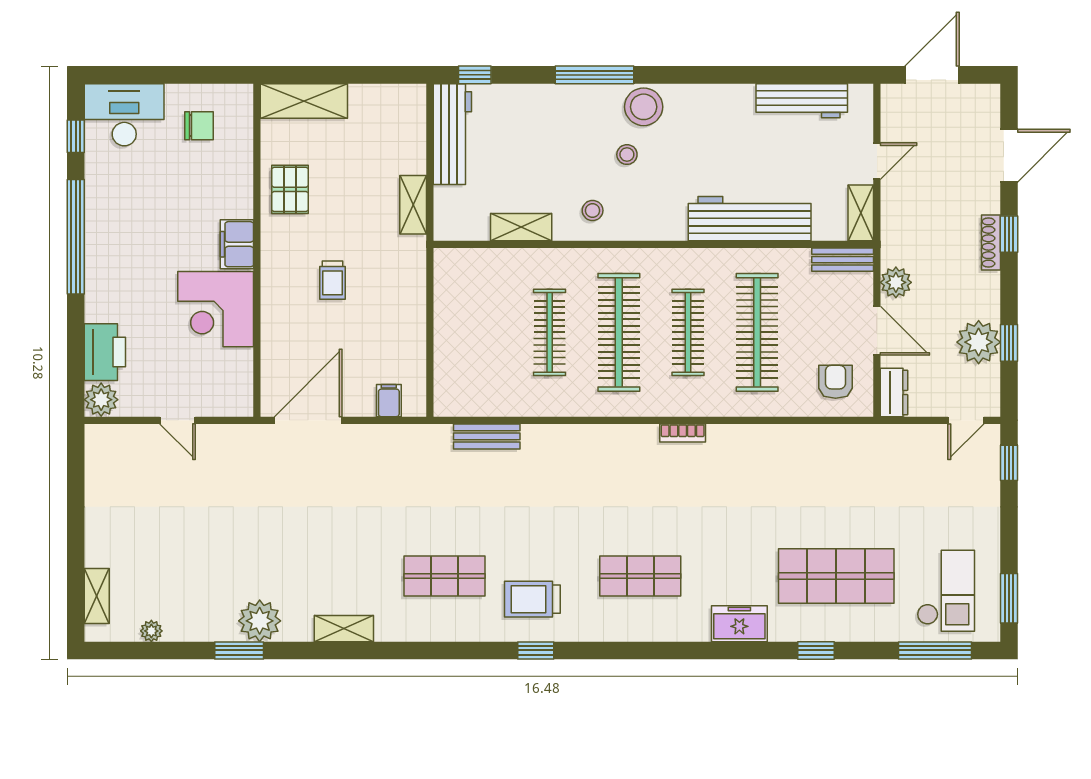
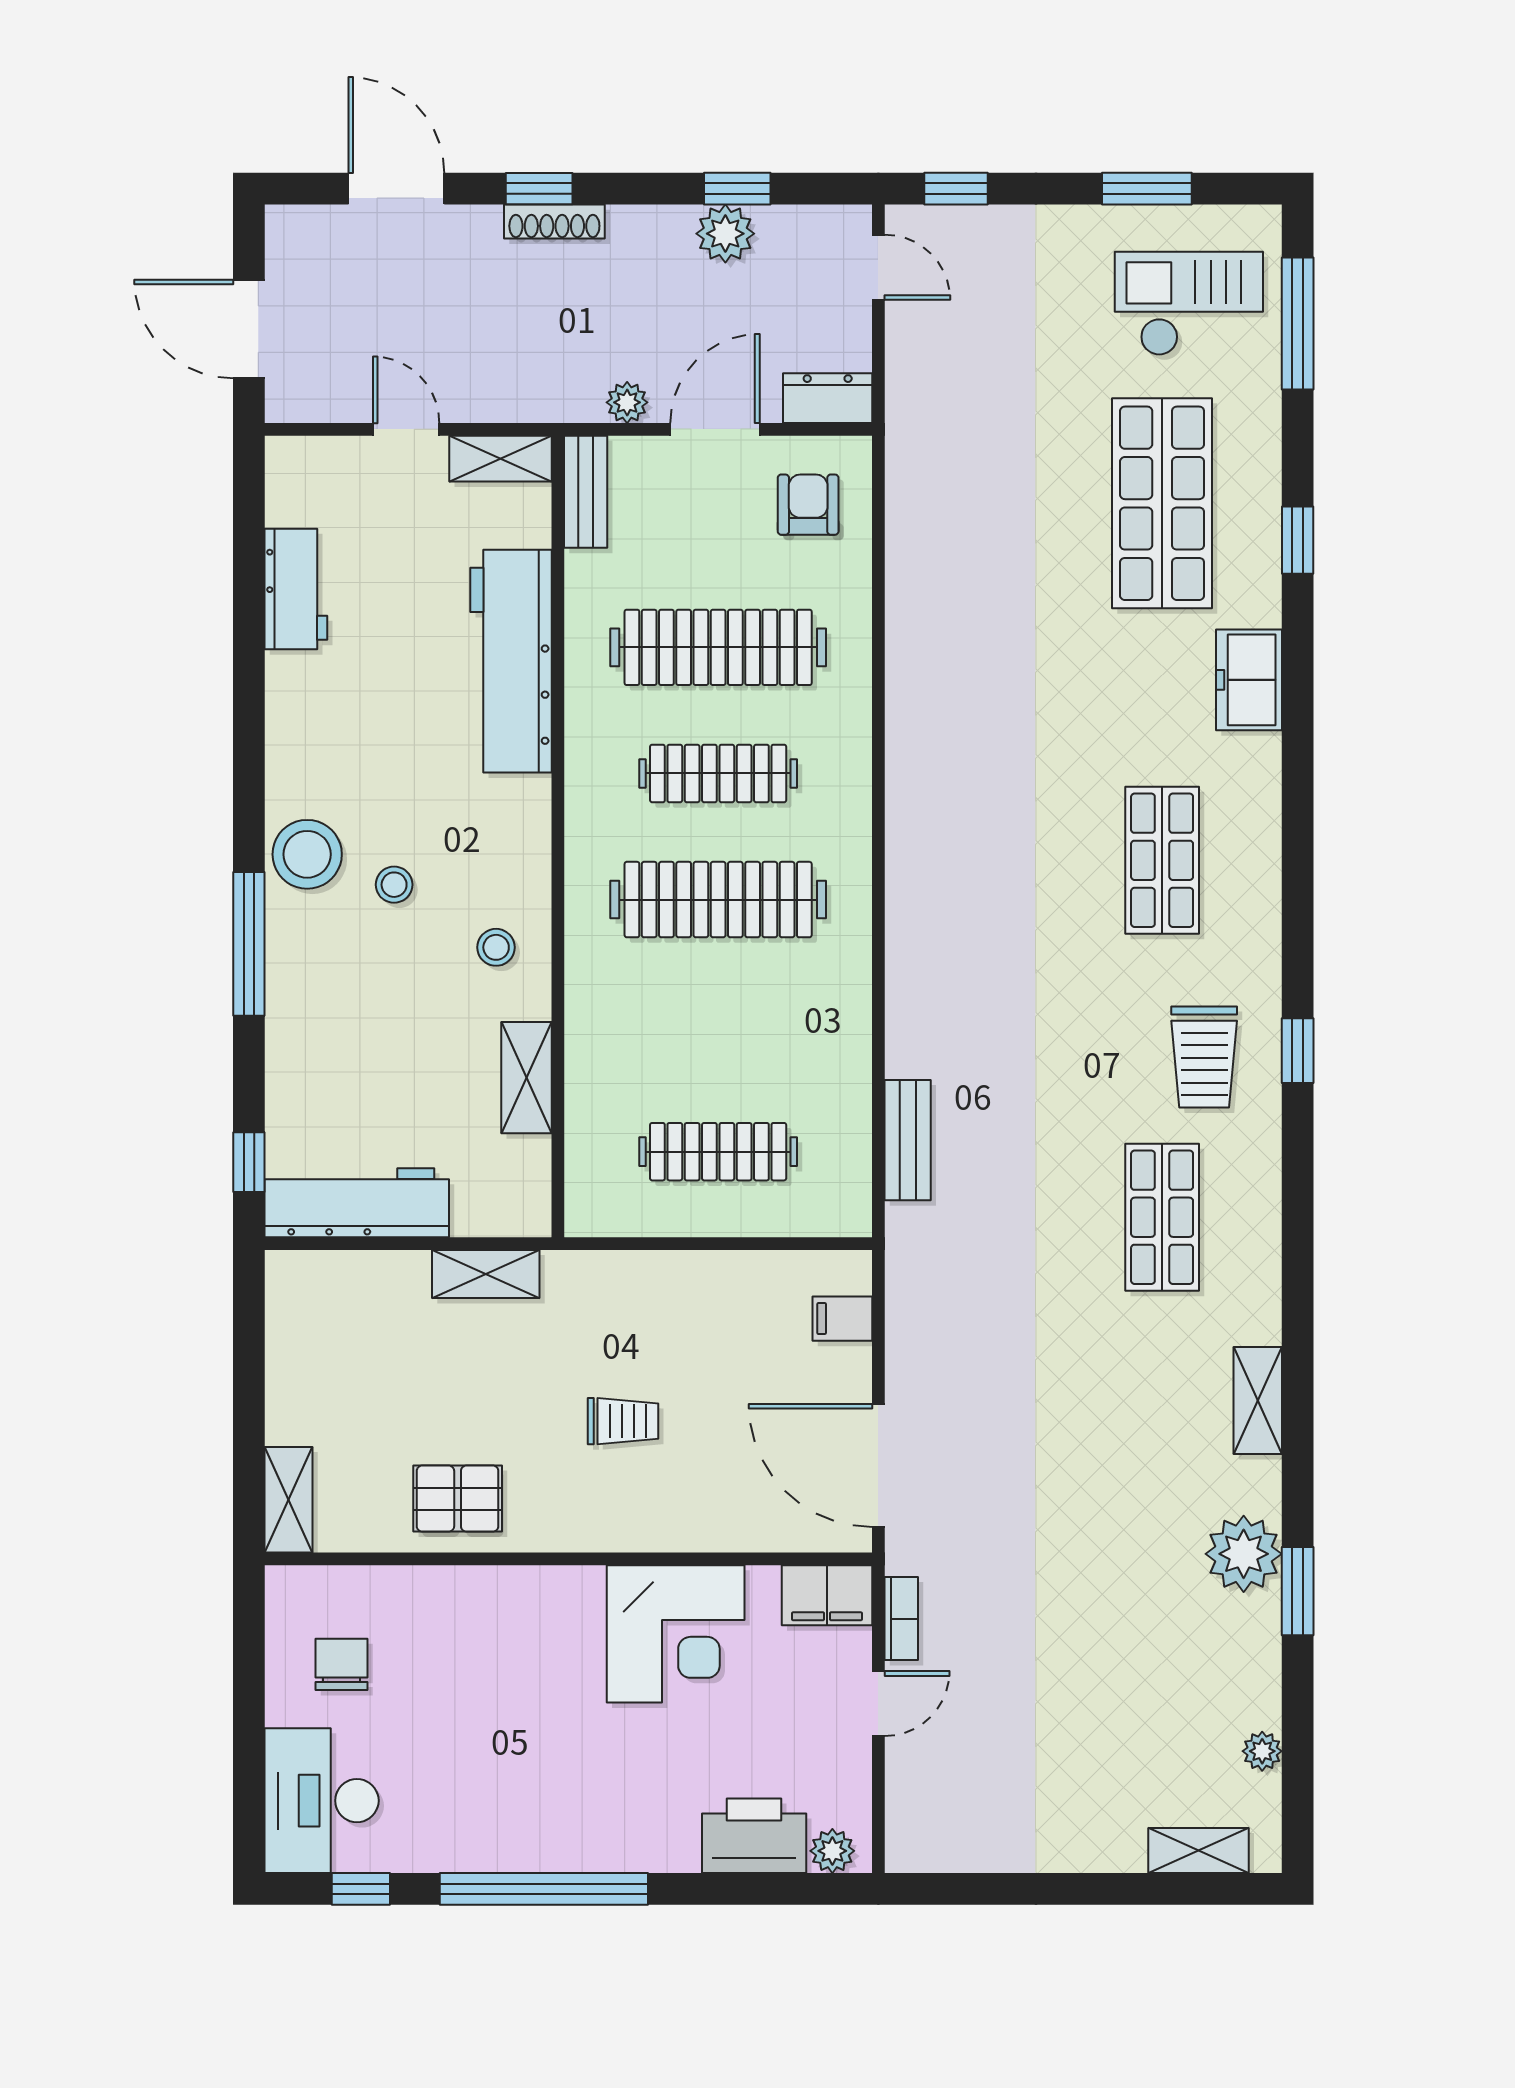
shelving: (304, 101) -> (289, 1500), width x0.67, depth x0.75
workbench: (802, 101) -> (296, 589), width x0.73
filing cabinet: (237, 244) -> (827, 1595), moved
plant: (896, 282) -> (627, 402), width x0.73, depth x0.73
clothes rail: (550, 332) -> (718, 1152), moved
plant: (979, 342) -> (725, 234), width x0.73, depth x0.73
armchair: (836, 382) -> (808, 505), turned 90
plant: (101, 400) -> (832, 1851), width x0.73, depth x0.73
bookcase: (683, 433) -> (901, 1619), moved
window: (1009, 598) -> (1147, 189), moved

